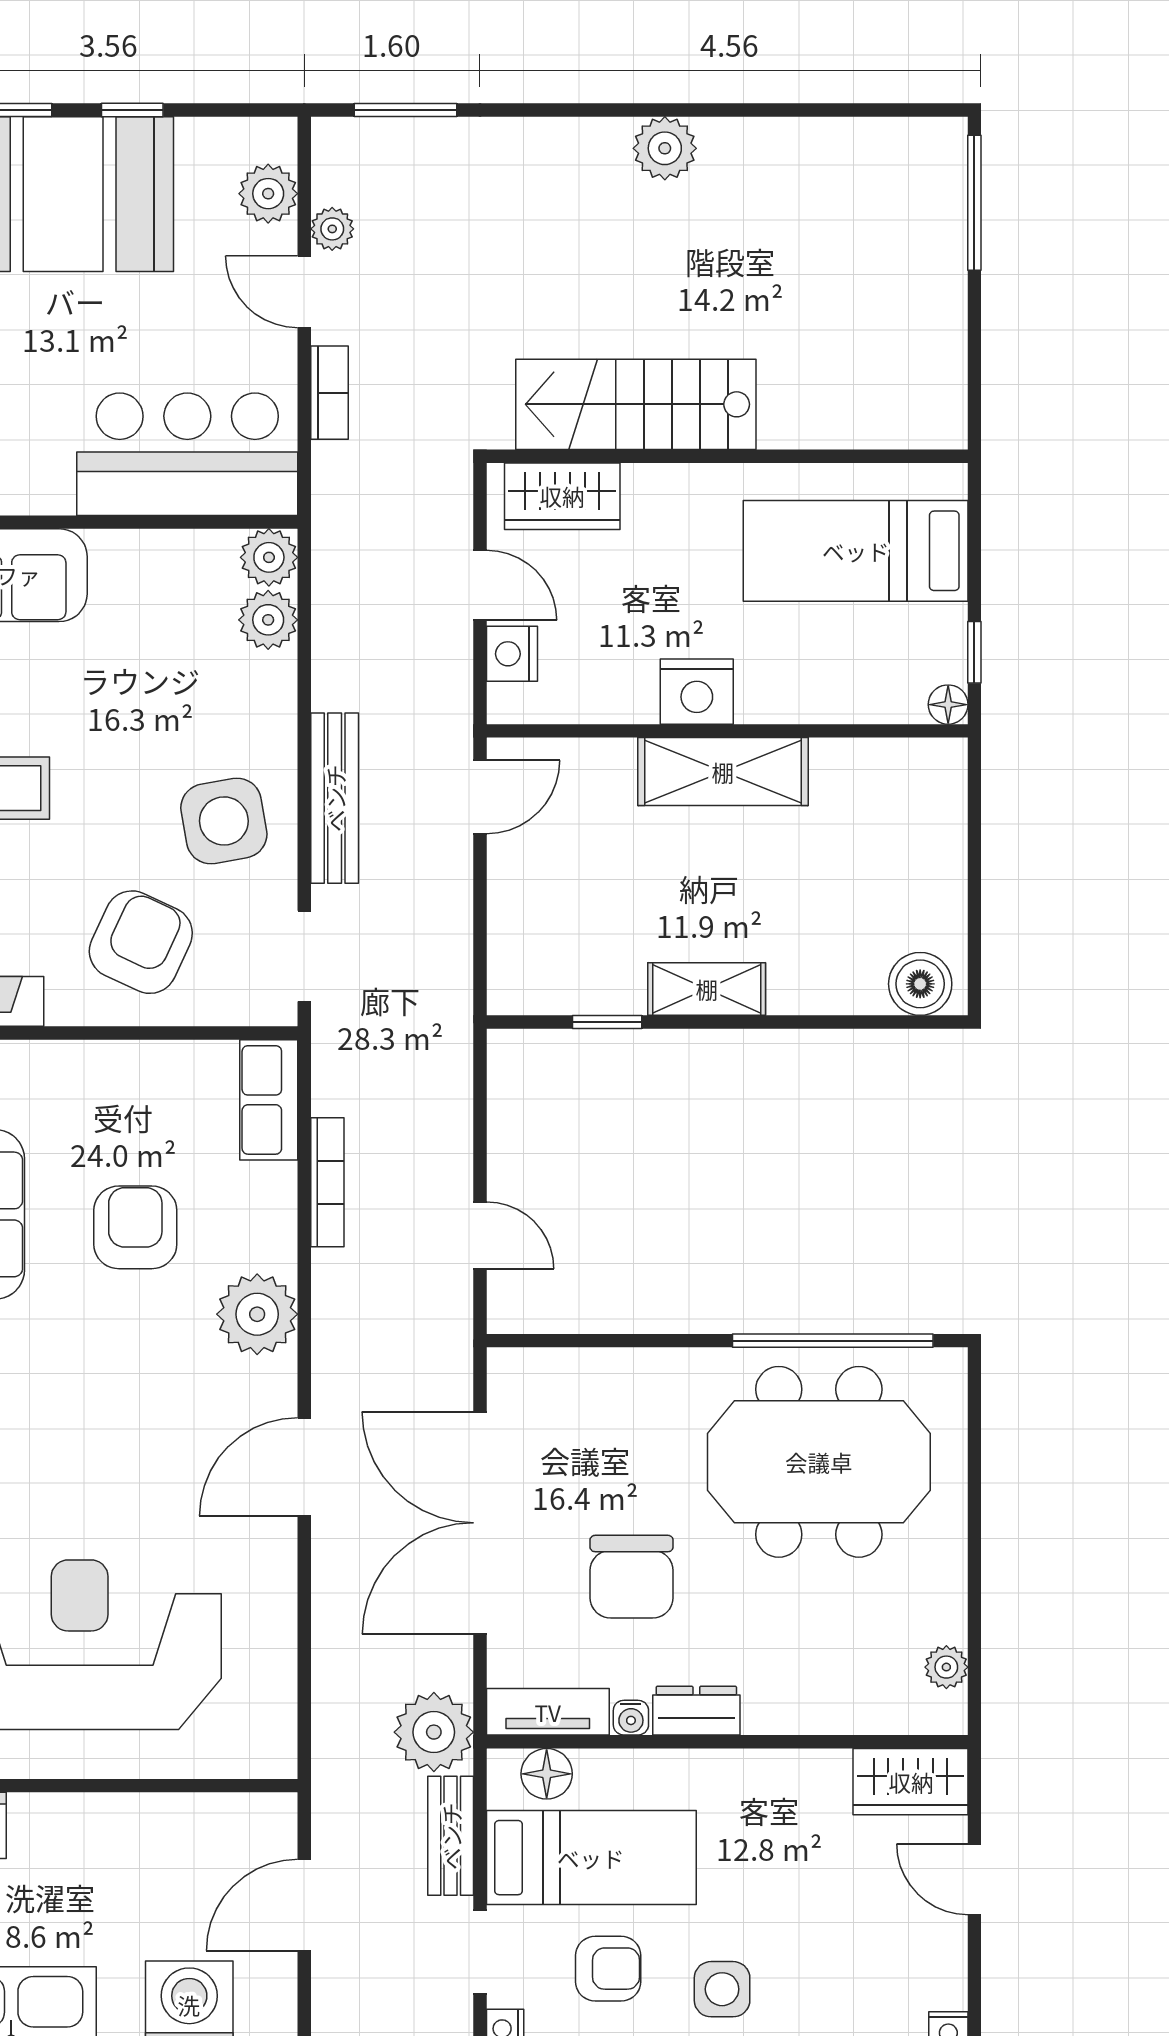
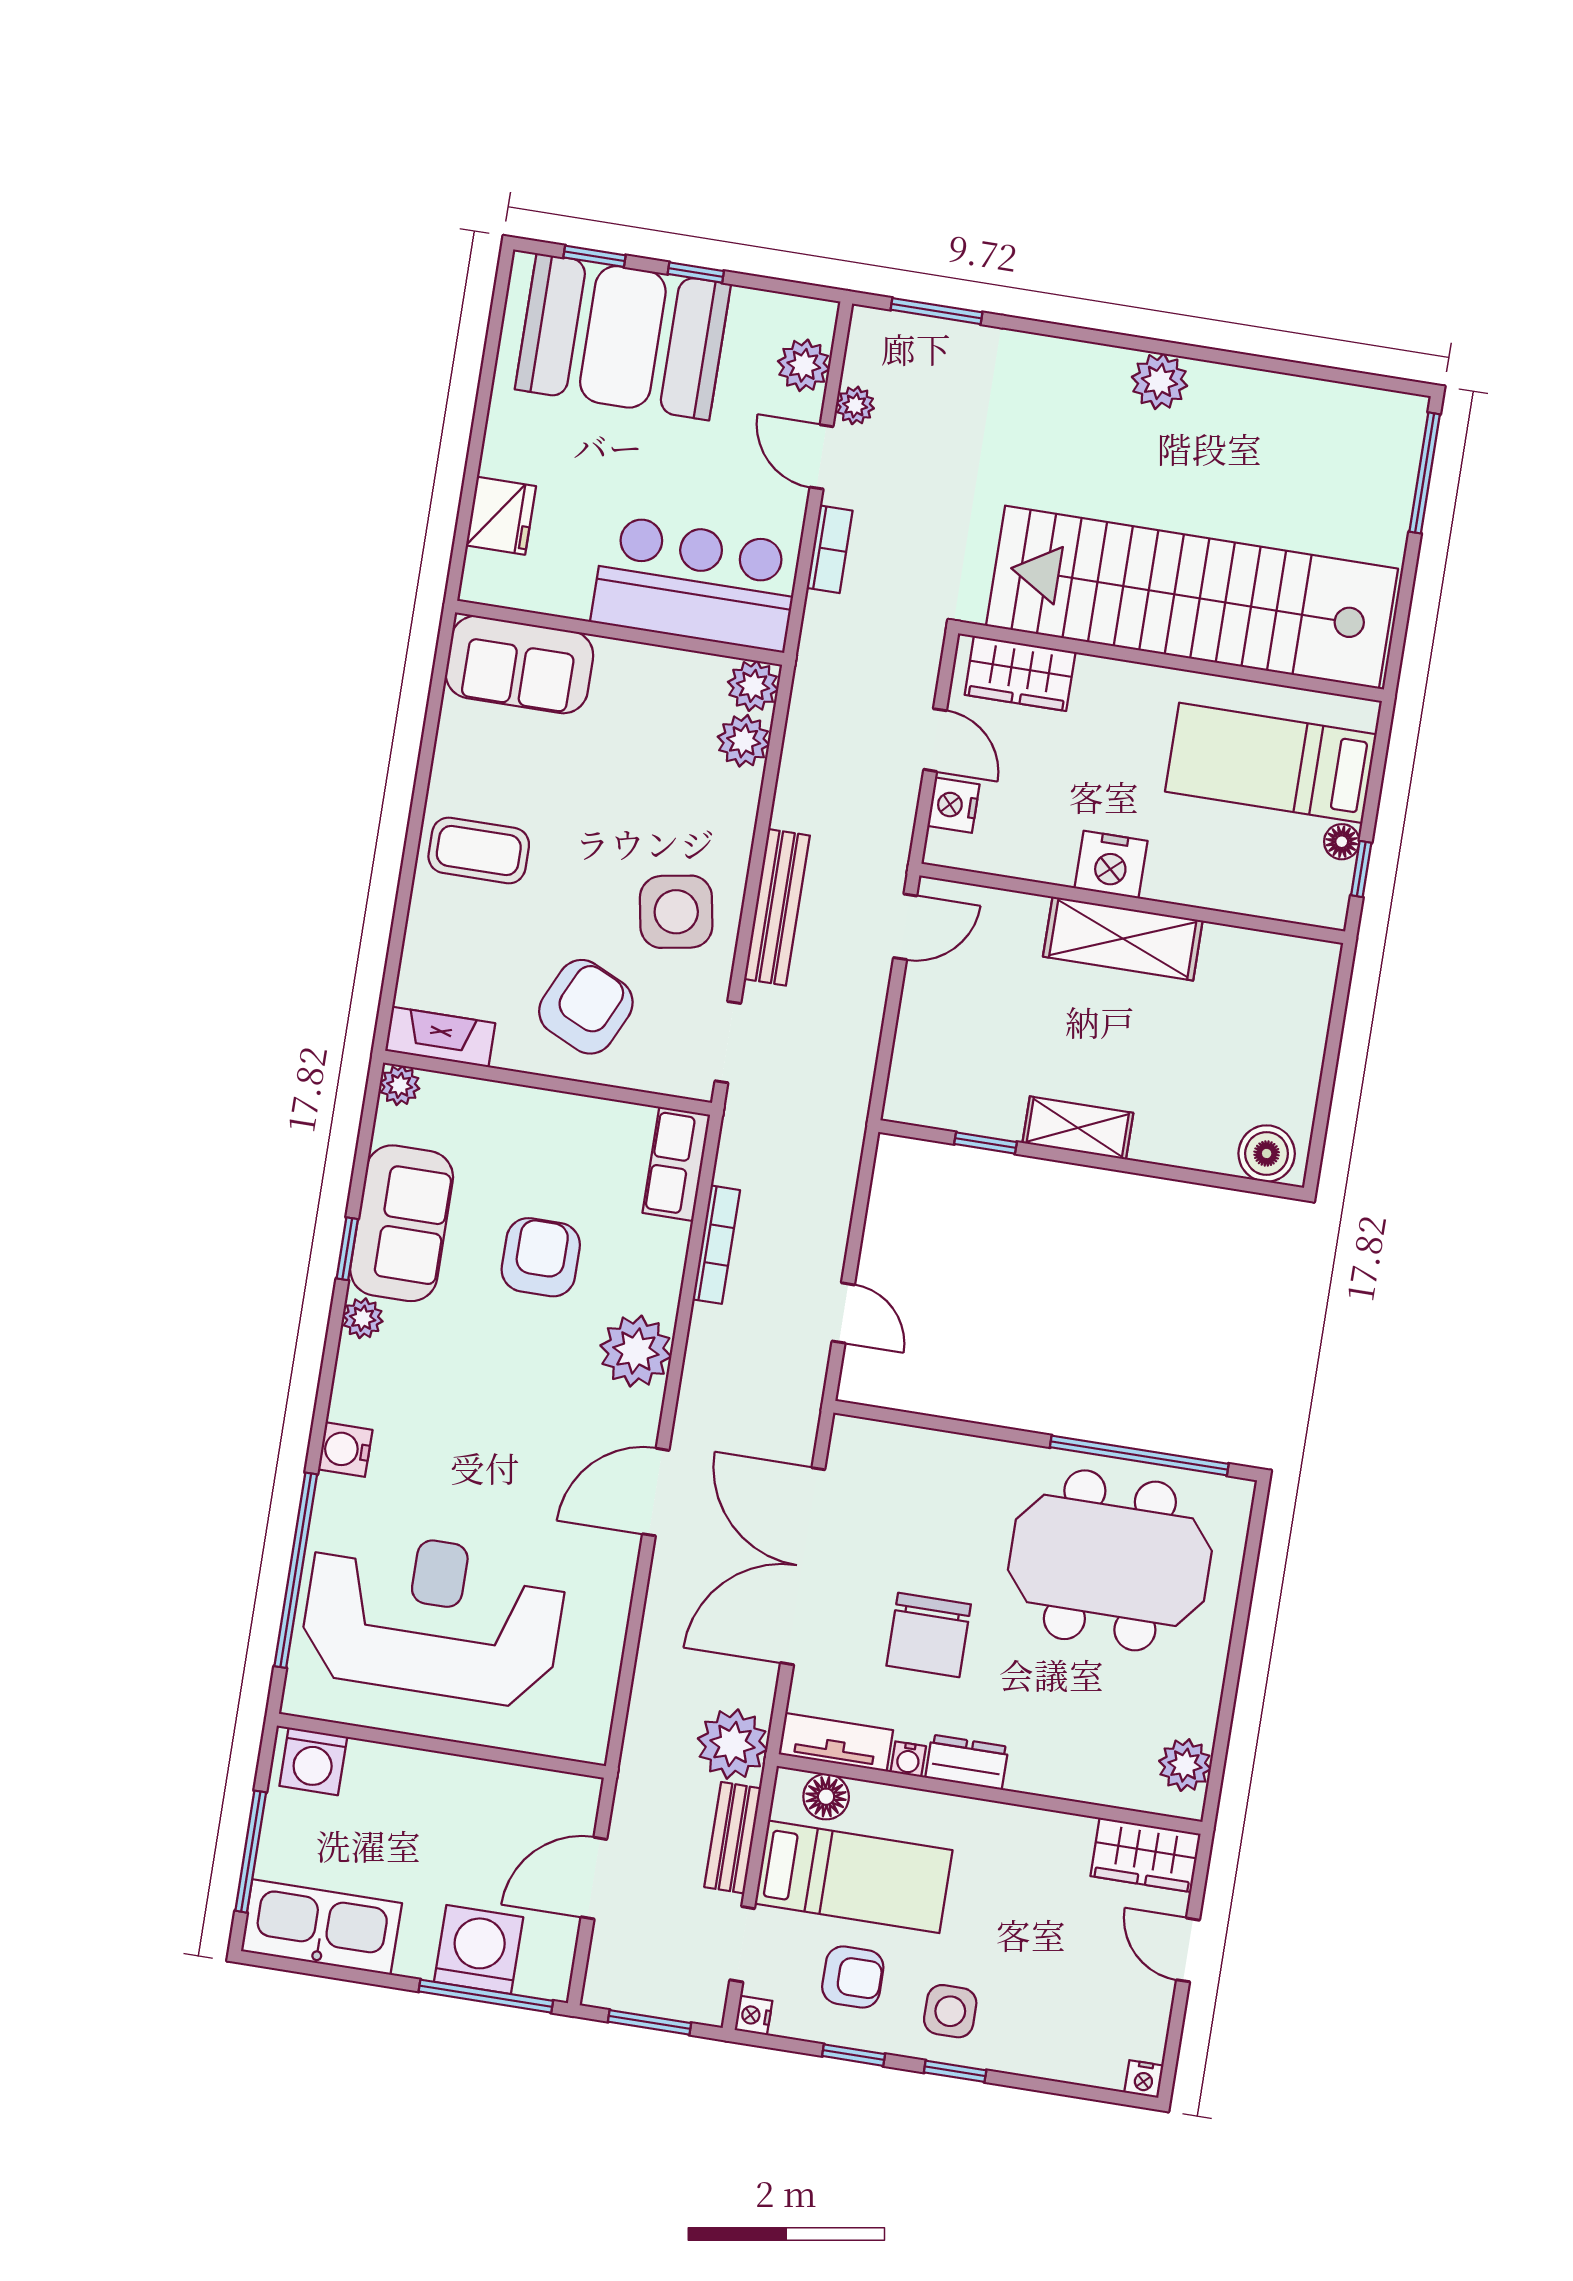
stairs: (636, 404) -> (1192, 597), width x1.86, depth x1.51
floor lamp: (948, 705) -> (1342, 842), moved
plant: (946, 1667) -> (1185, 1765), width x1.38, depth x1.38

